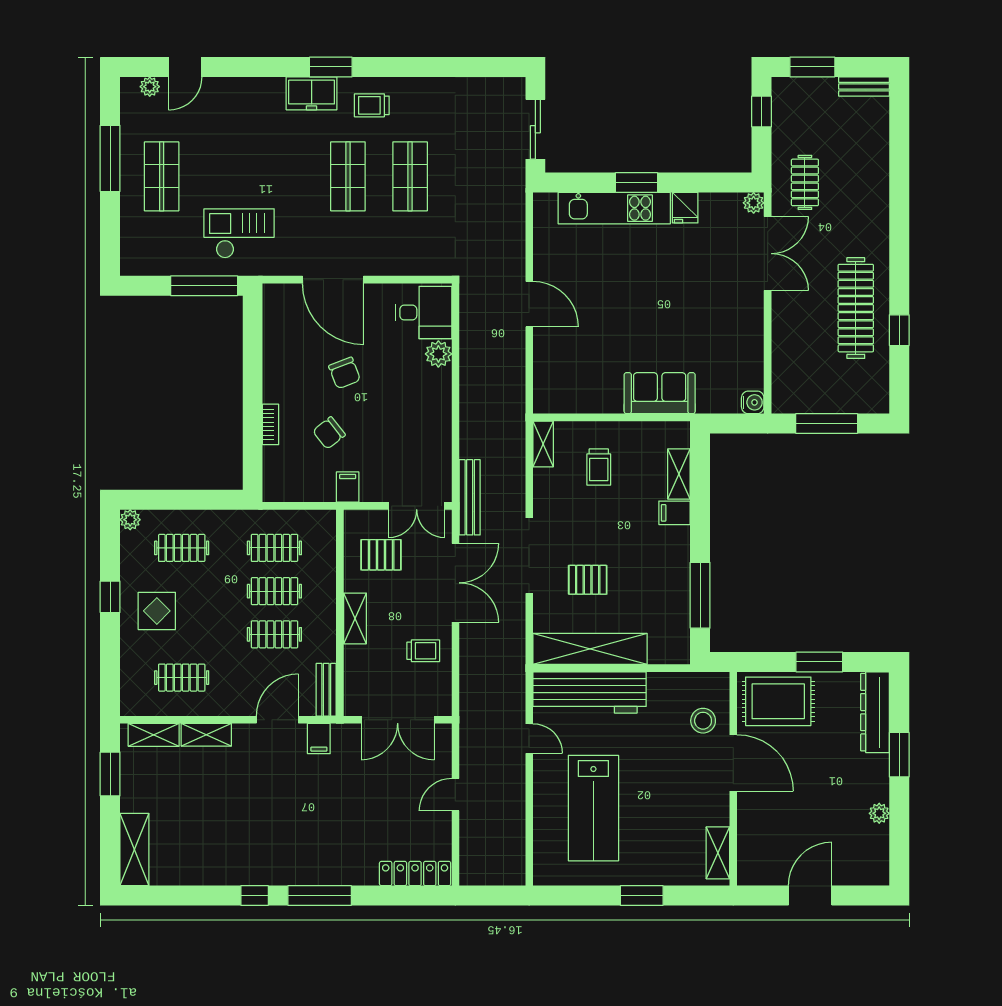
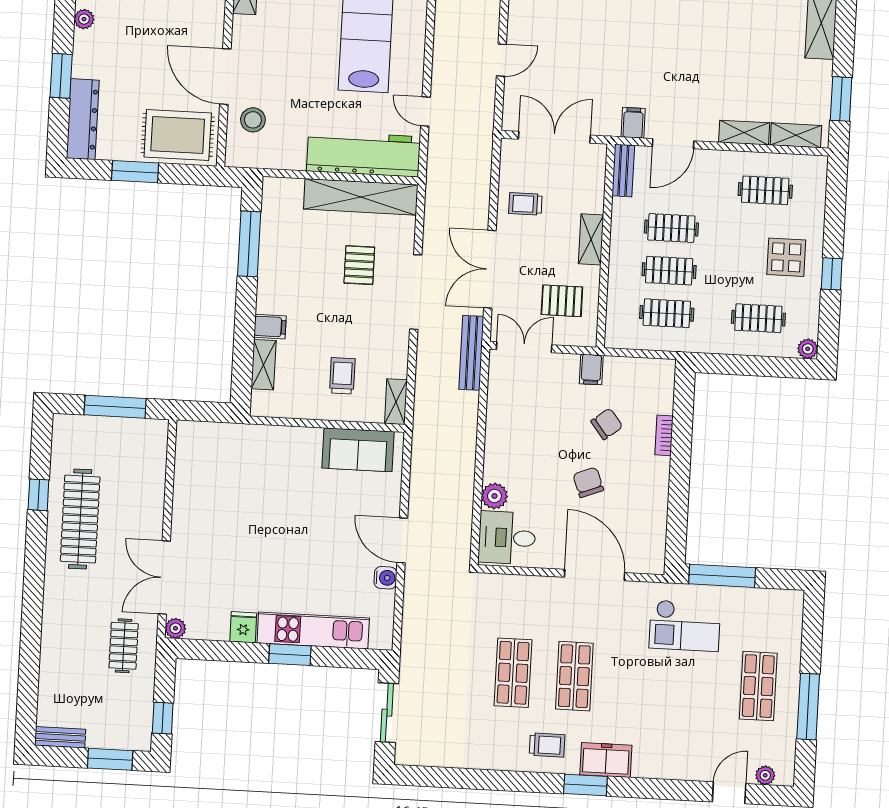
sofa: (660, 393) -> (358, 450), moved
water cooler: (753, 402) -> (385, 578), moved, turned 180
pallet: (588, 580) -> (359, 265), turned 90

